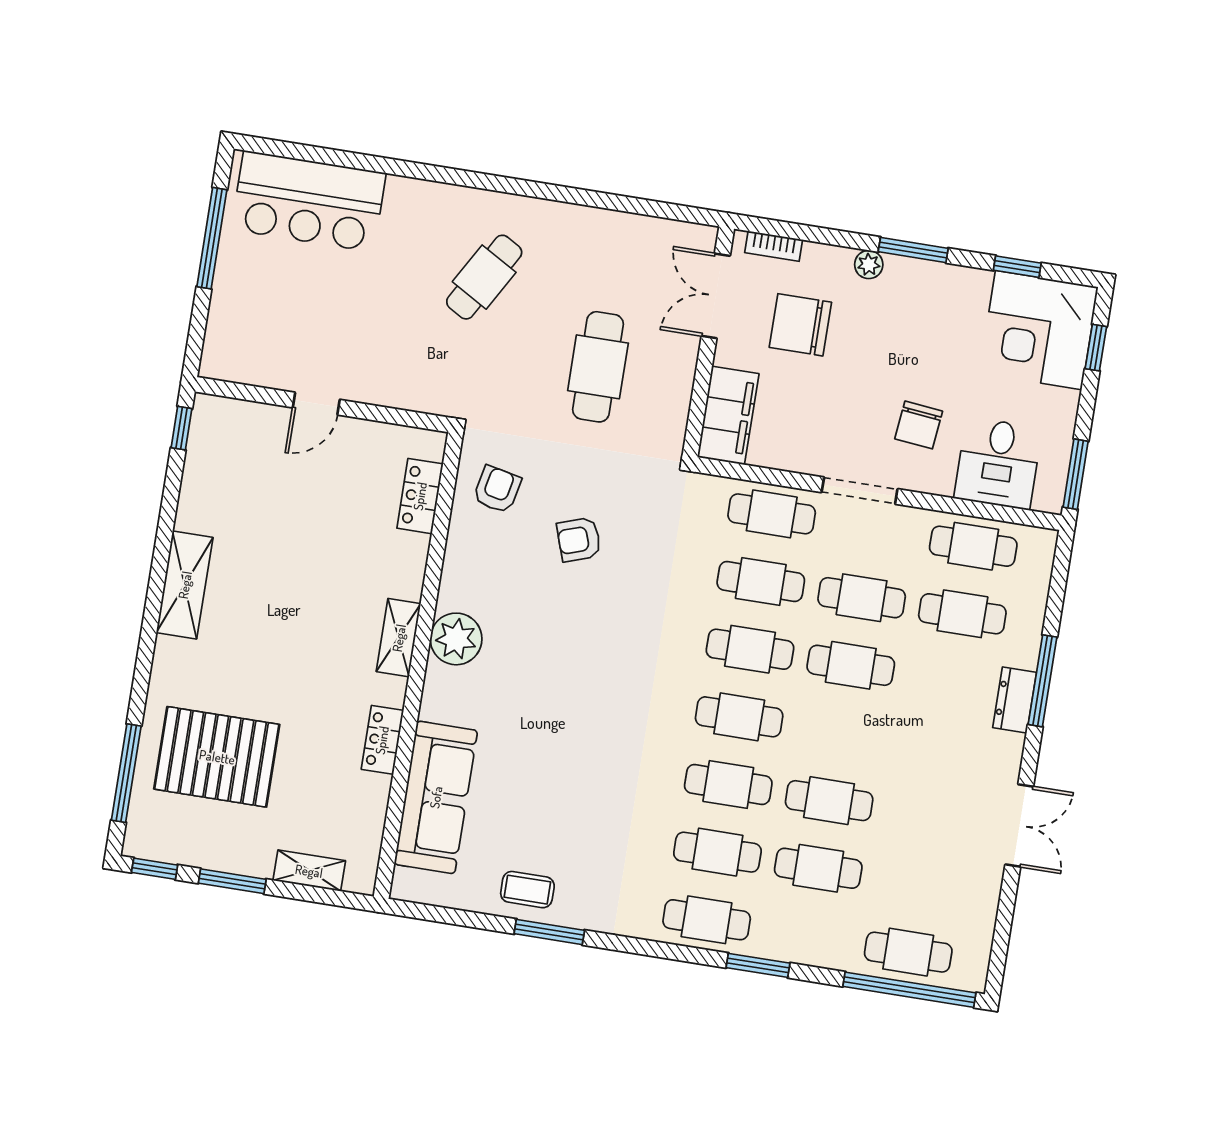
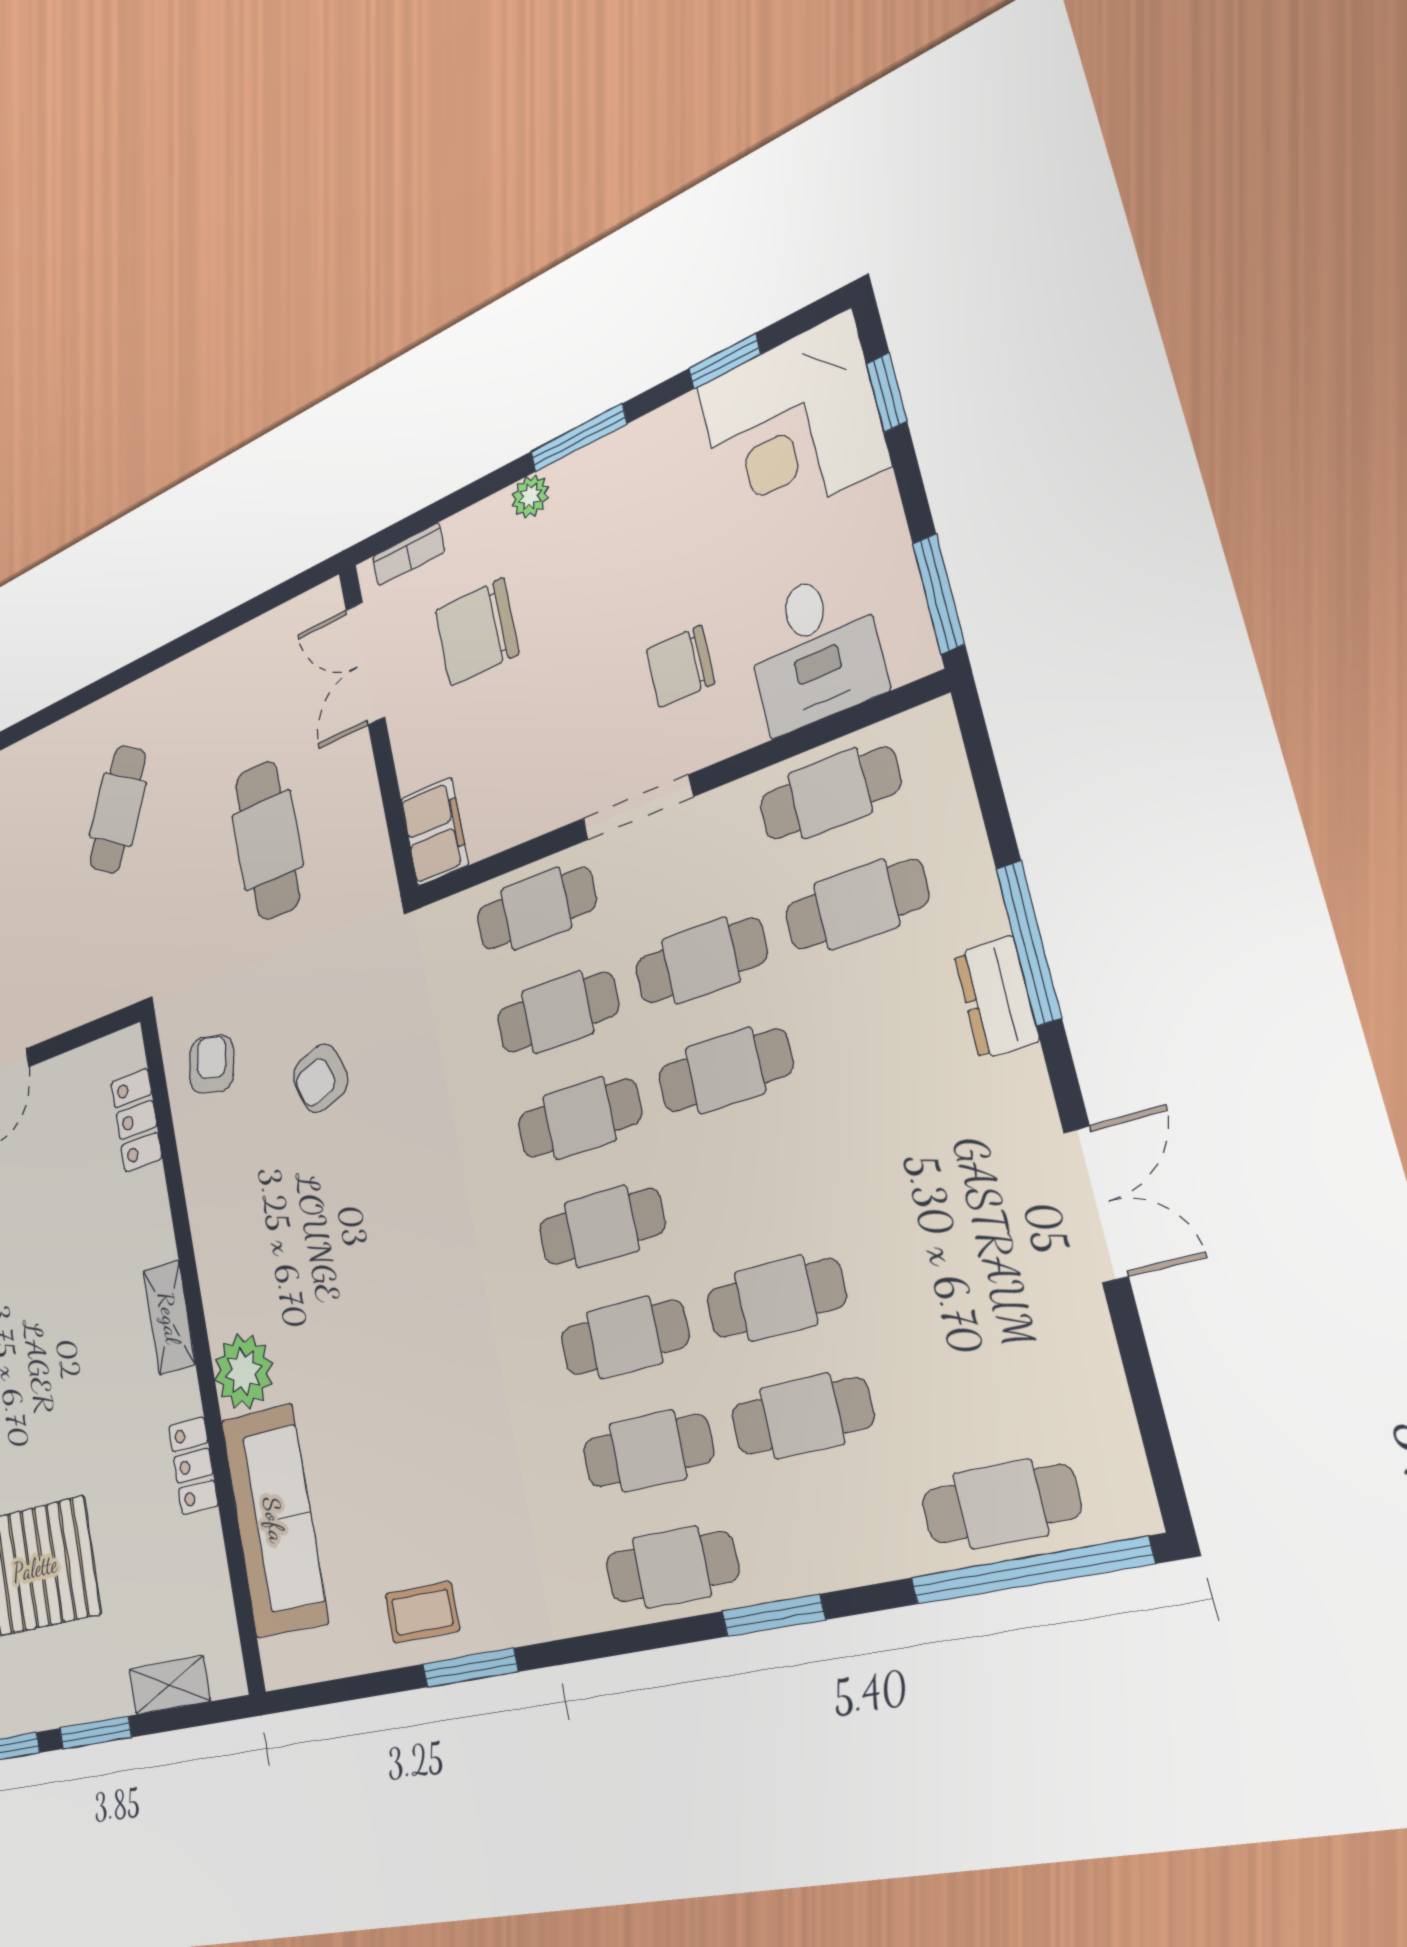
filing cabinet: (728, 415) -> (435, 832), width x0.67, depth x0.86
chair: (919, 425) -> (680, 666), turned 84
plant: (456, 639) -> (243, 1372), moved

